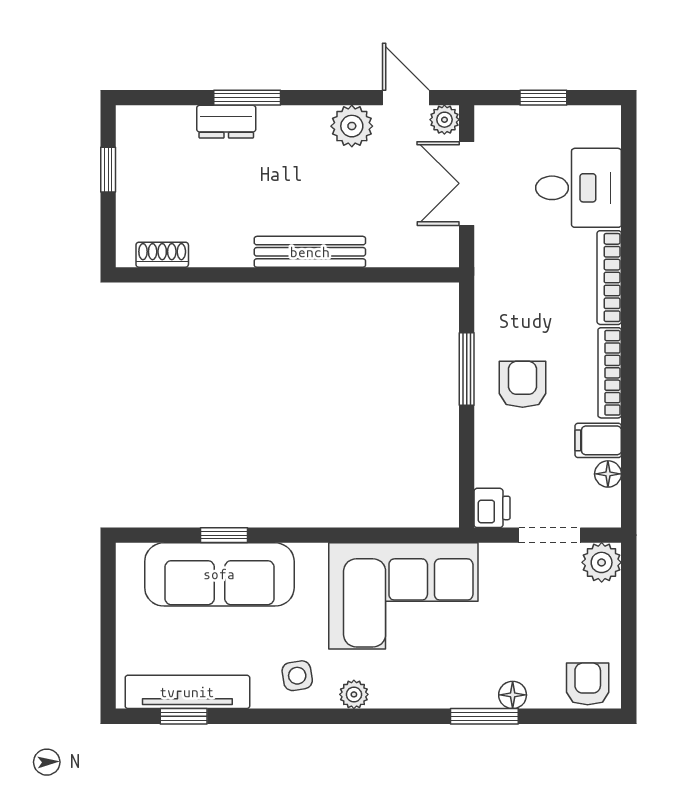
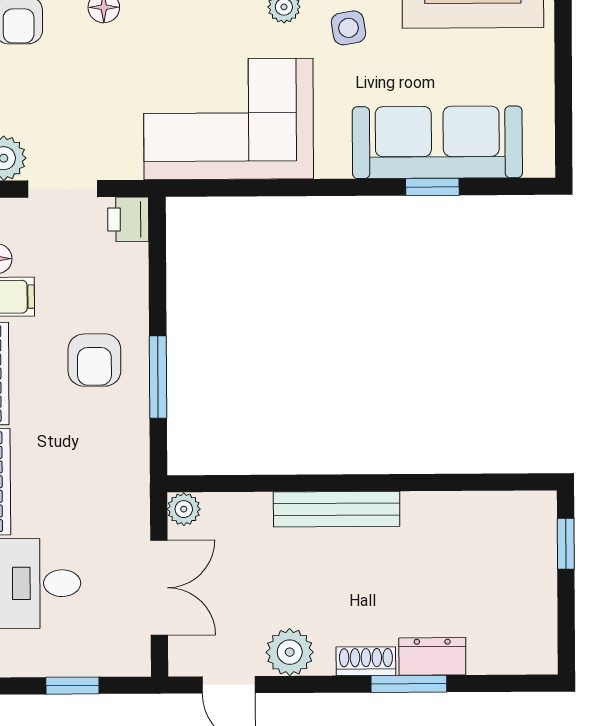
plant: (444, 120) -> (184, 509), moved
window: (108, 170) -> (566, 544), moved
shoe rack: (162, 255) -> (366, 661), moved, turned 180

